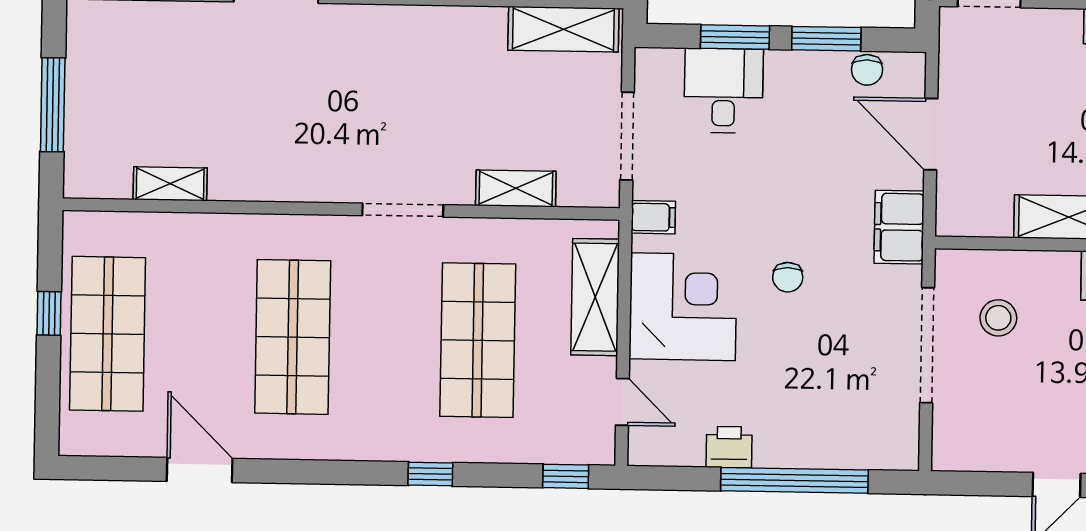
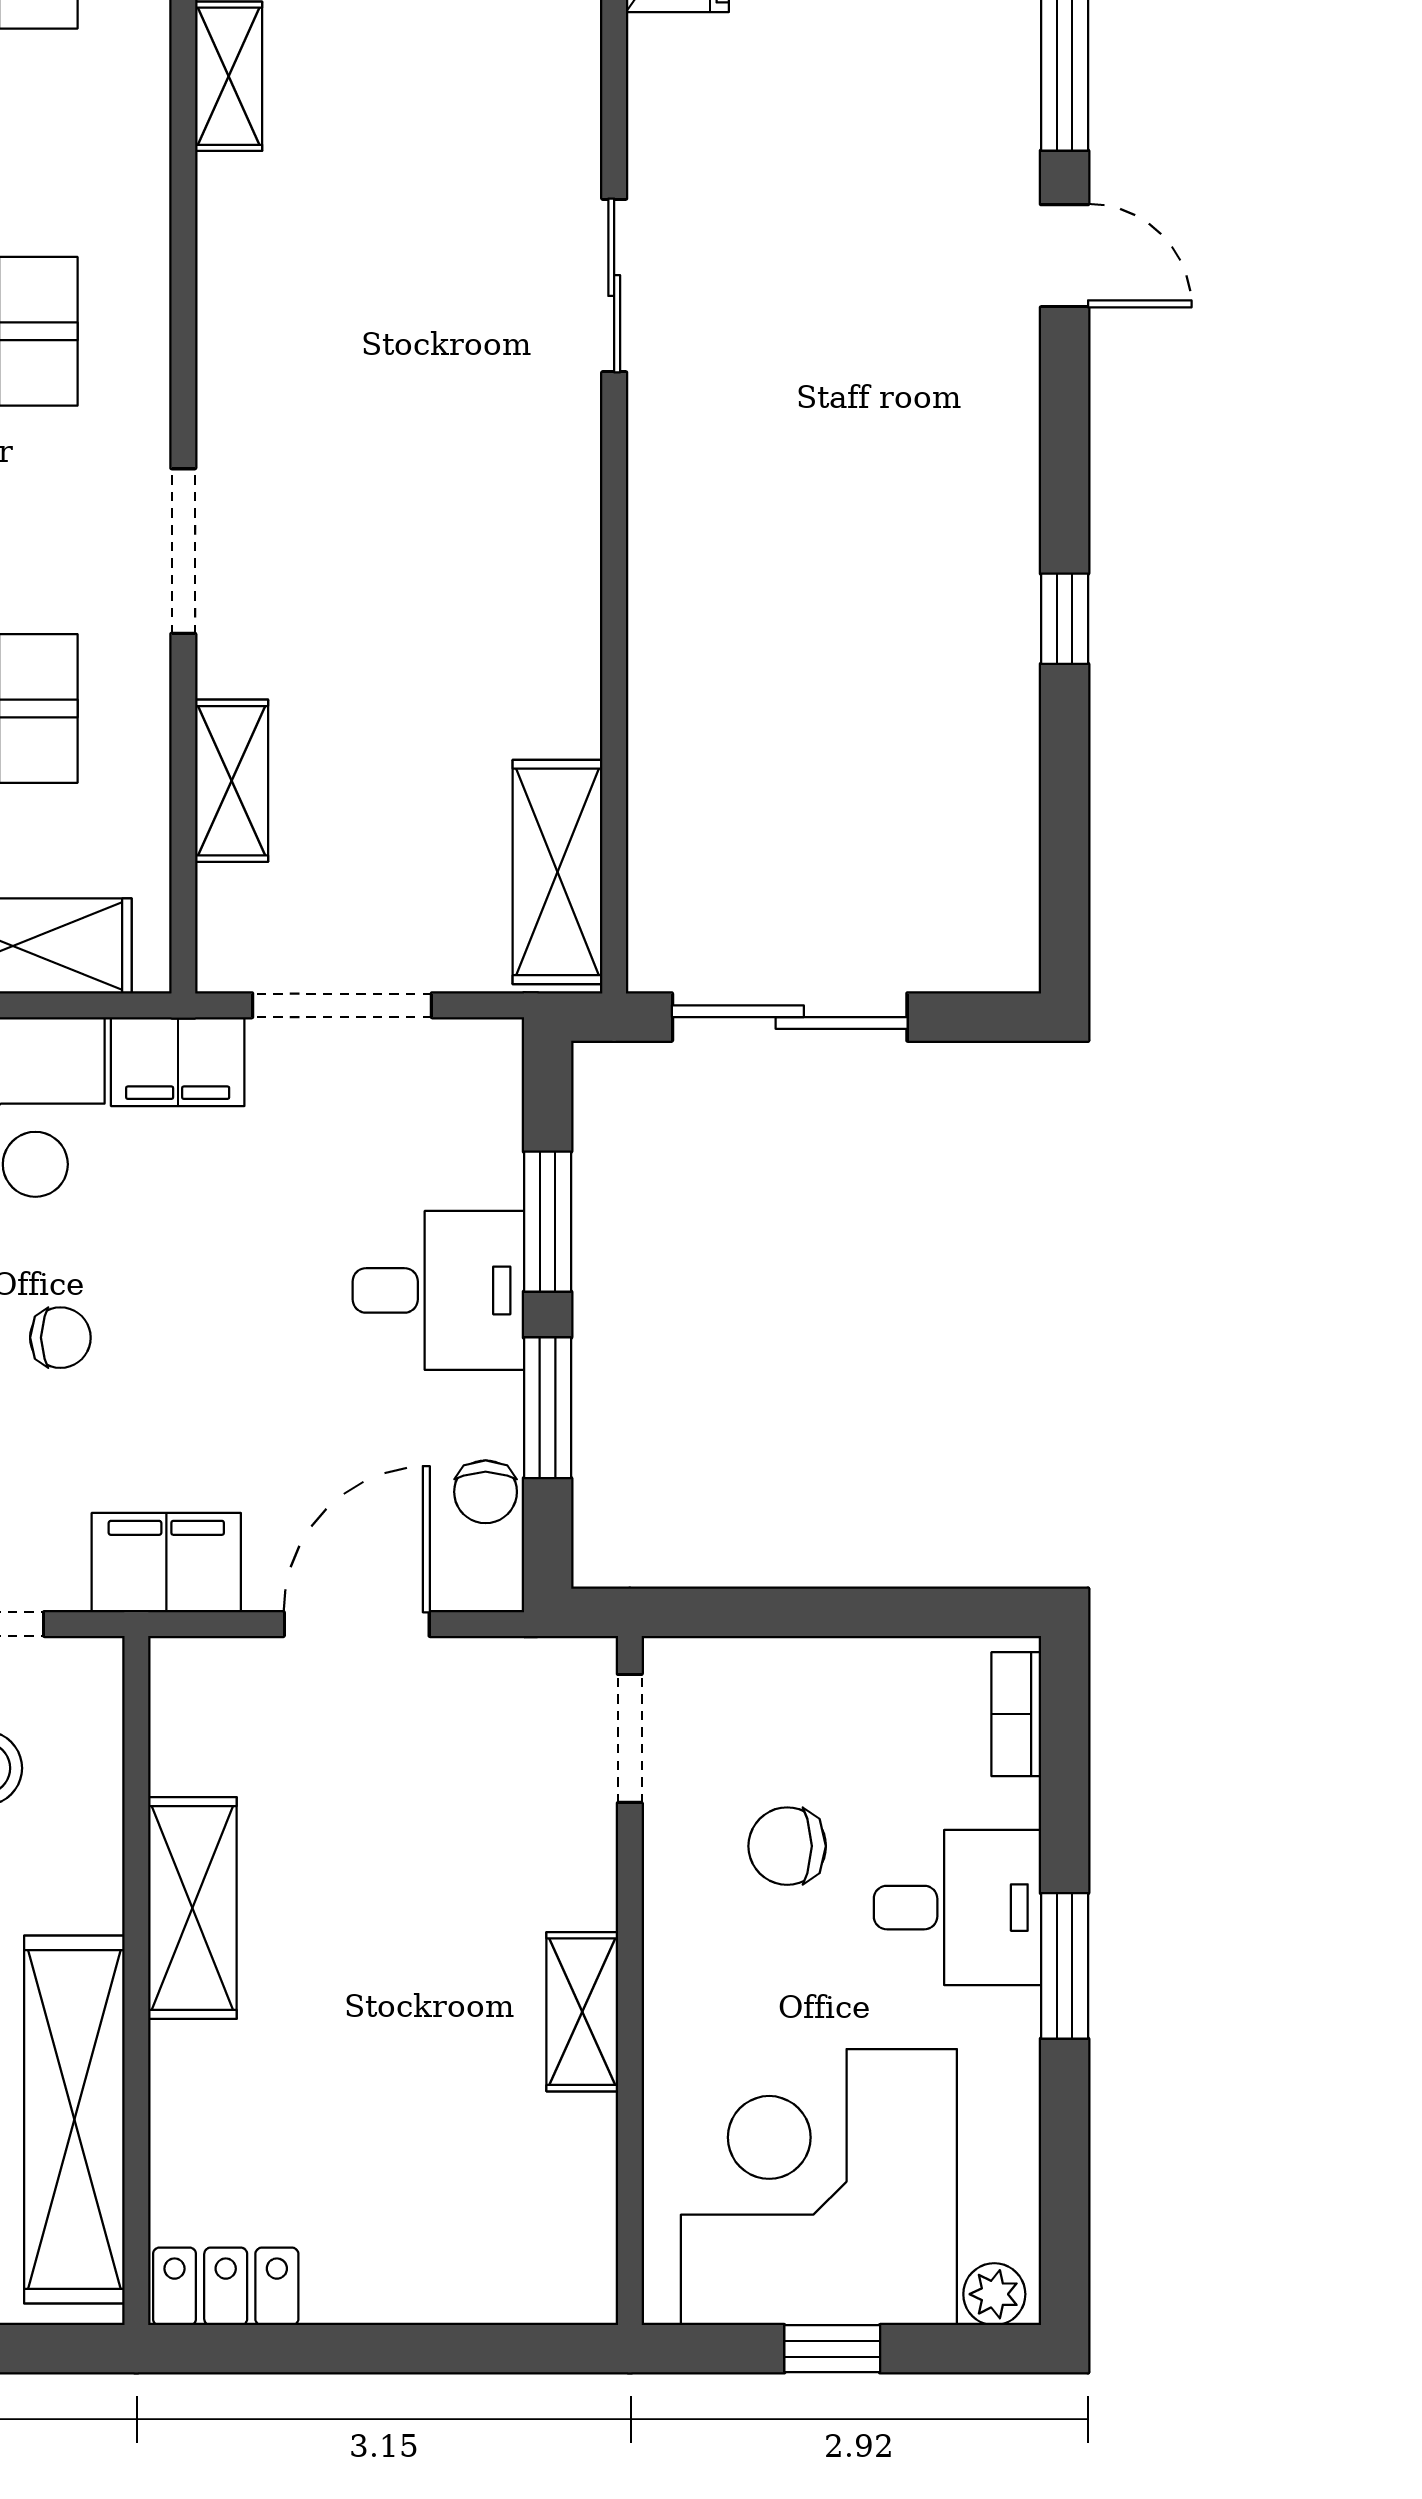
chair: (867, 70) -> (486, 1492), turned -90
desk: (724, 90) -> (438, 1290), moved
filing cabinet: (653, 217) -> (178, 1062), width x2.00
chair: (788, 277) -> (60, 1338), turned 180

